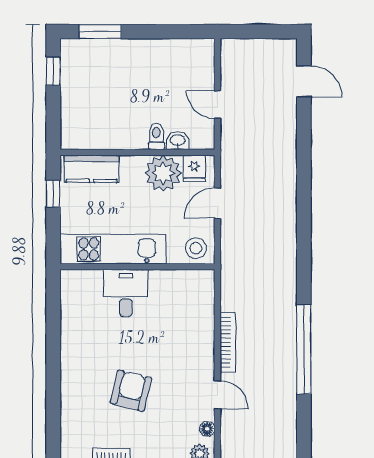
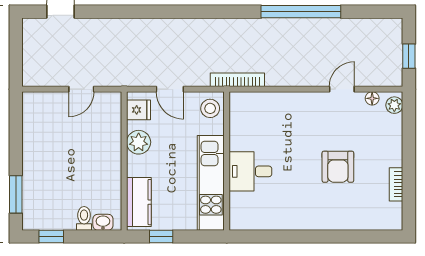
toilet: (156, 136) -> (84, 218), moved, turned 90
washbasin: (178, 141) -> (103, 222), moved, turned 90
plant: (163, 173) -> (139, 142), width x0.73, depth x0.73
bookcase: (228, 342) -> (237, 80), moved
armchair: (131, 391) -> (338, 167), turned -104

